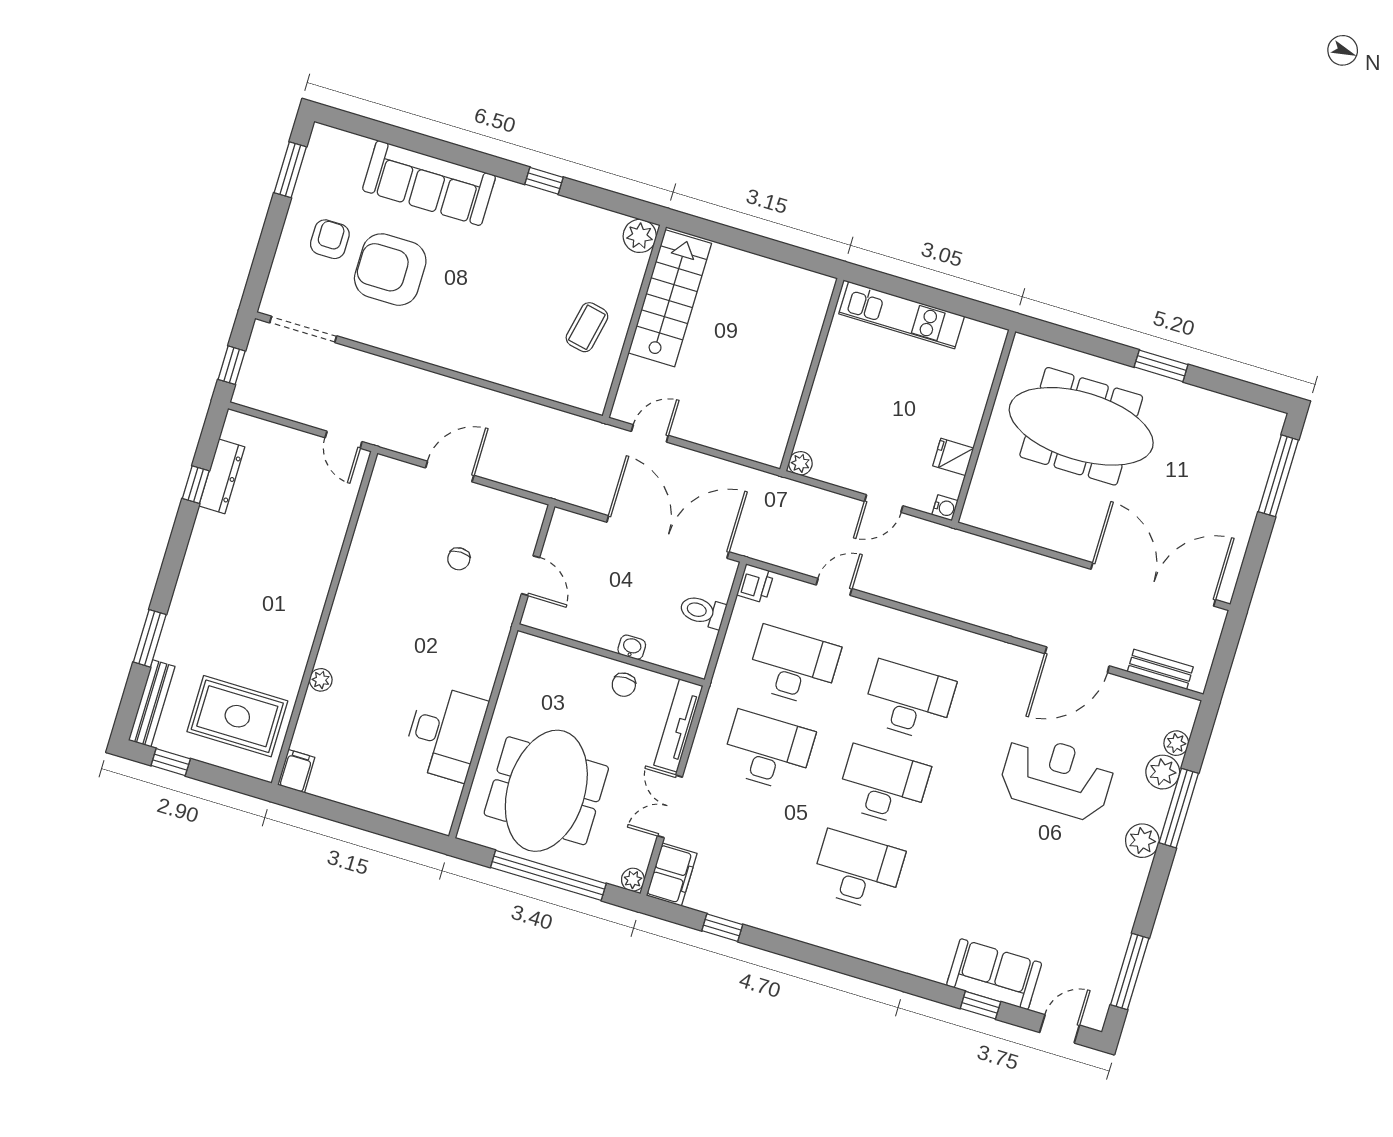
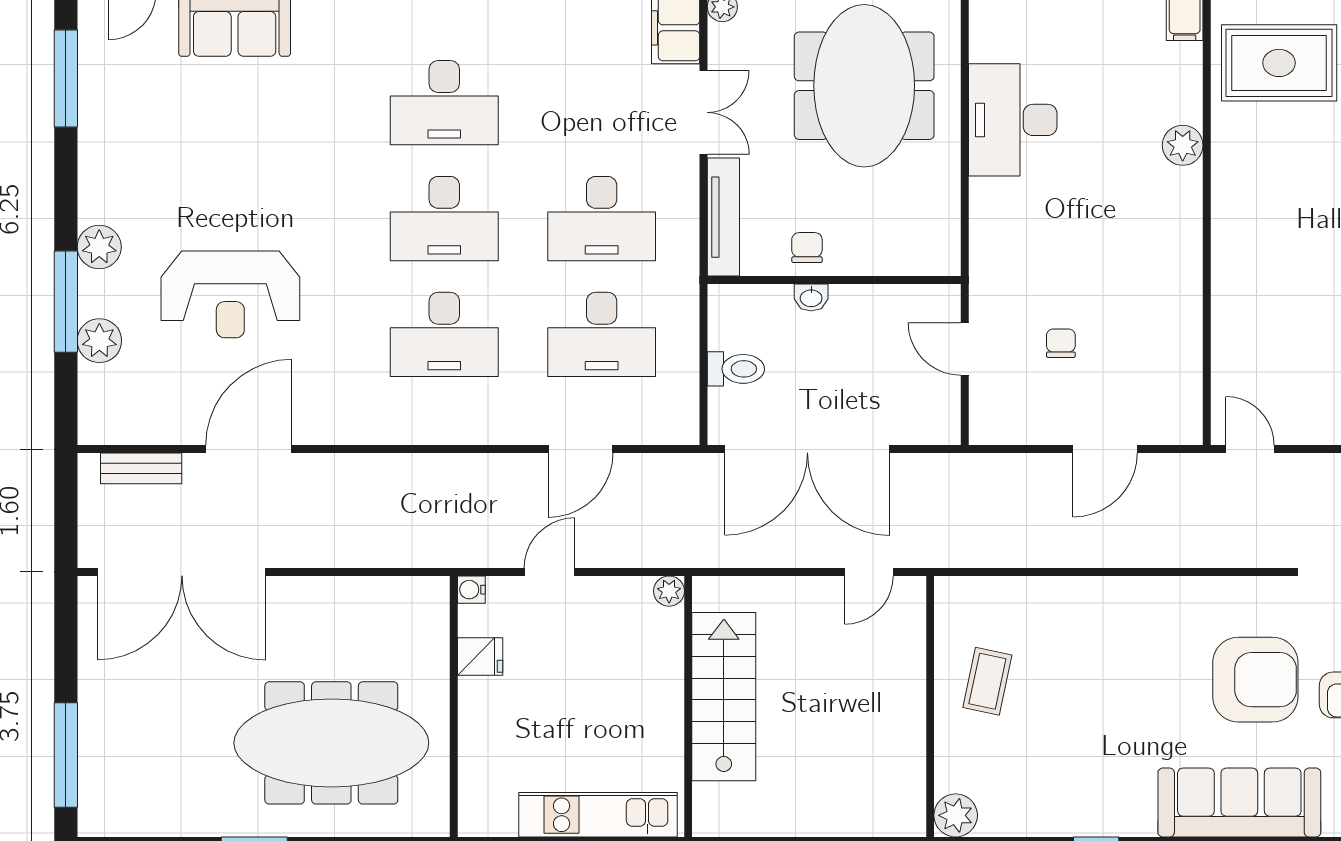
stairs: (670, 298) -> (724, 697), moved, turned 180
printer: (755, 583) -> (680, 424), removed
door: (834, 587) -> (581, 449), width x1.38
plant: (321, 680) -> (1183, 145), width x1.38, depth x1.38
plant: (1176, 743) -> (93, 382), removed

